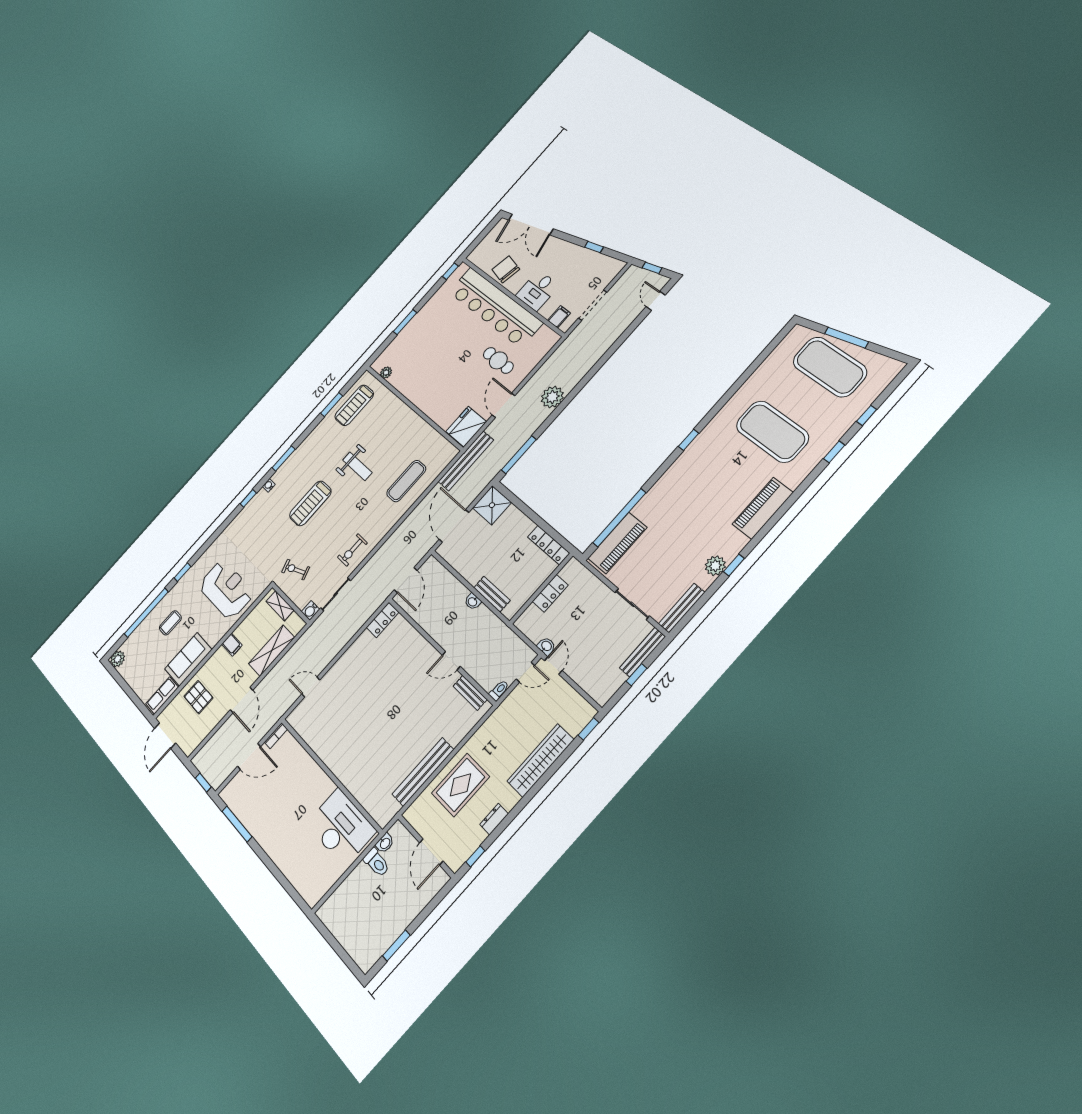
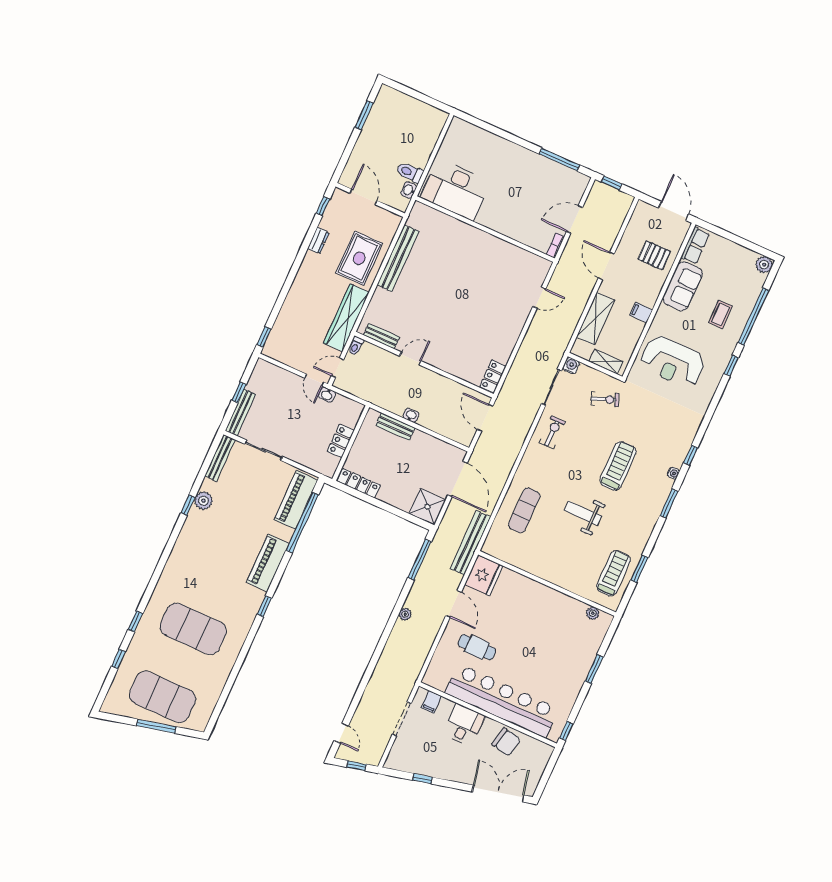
plant: (552, 397) -> (405, 614), width x0.53, depth x0.53
piano: (763, 508) -> (268, 563), moved, turned 180
wardrobe: (540, 760) -> (346, 318), moved, turned 180

